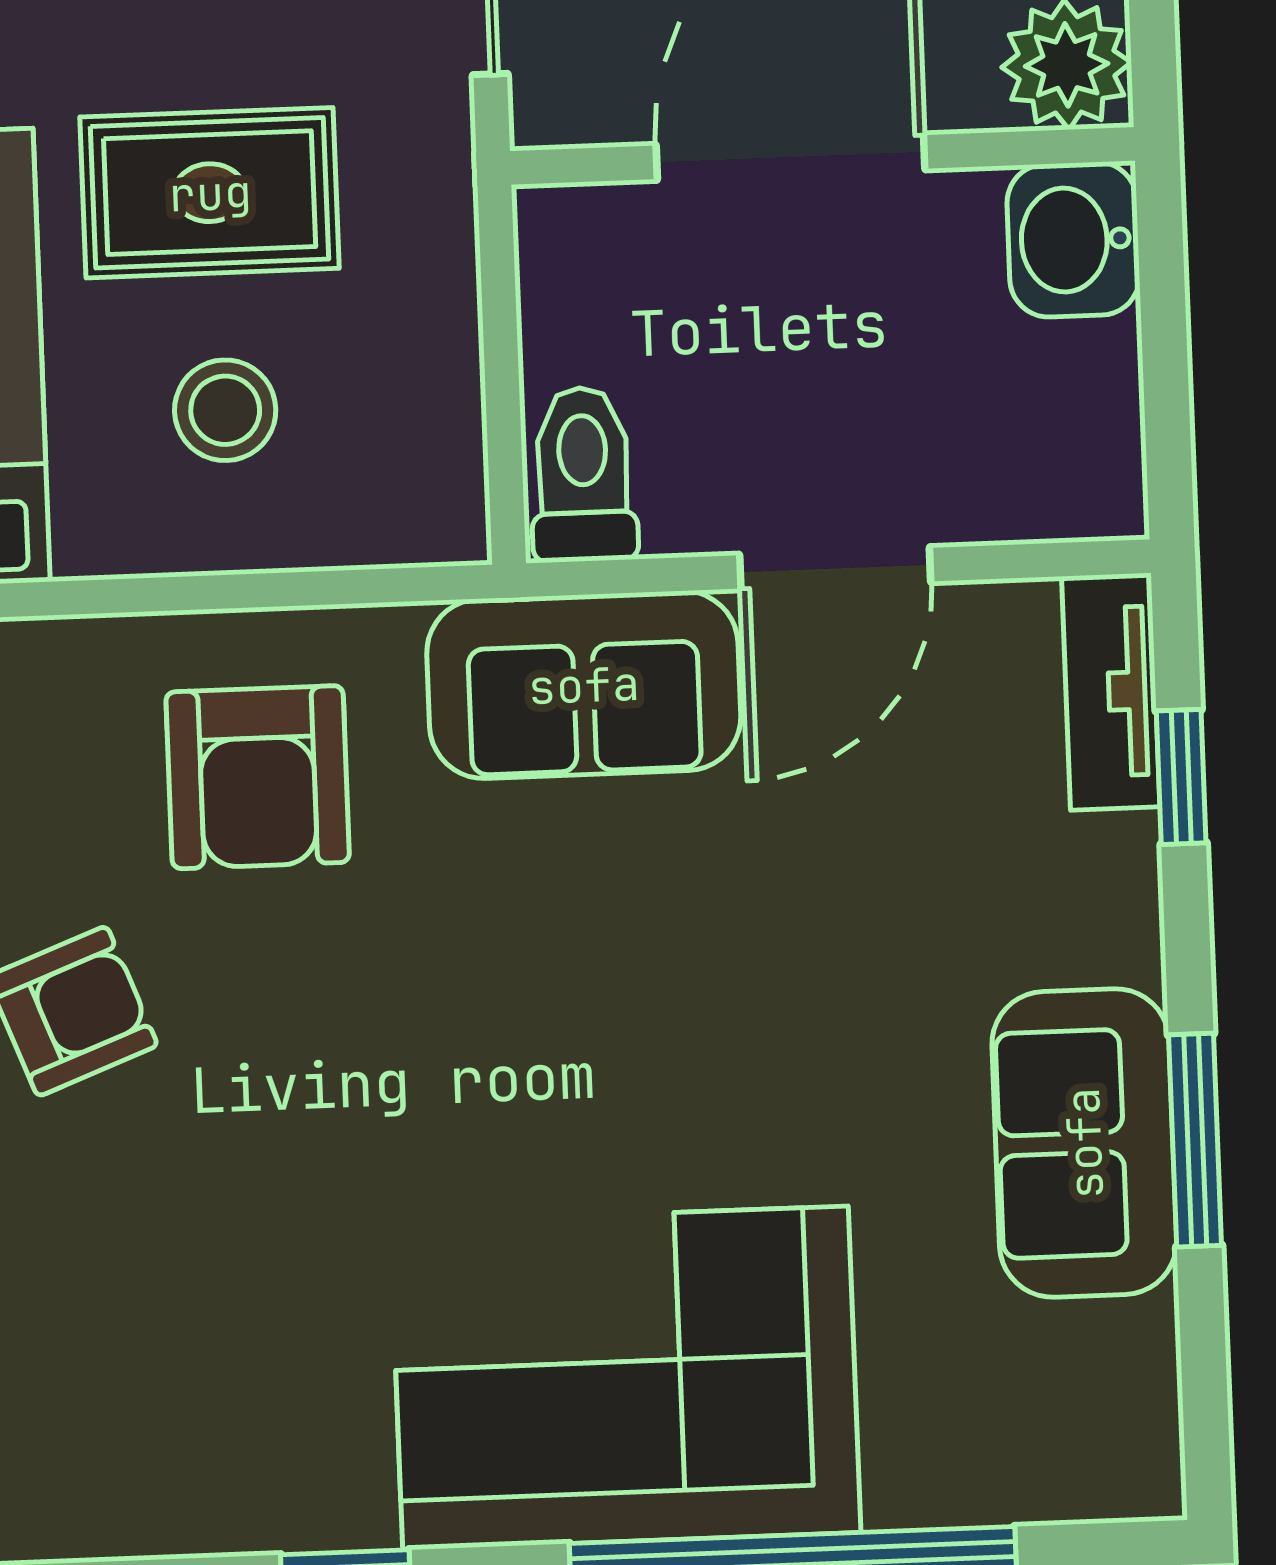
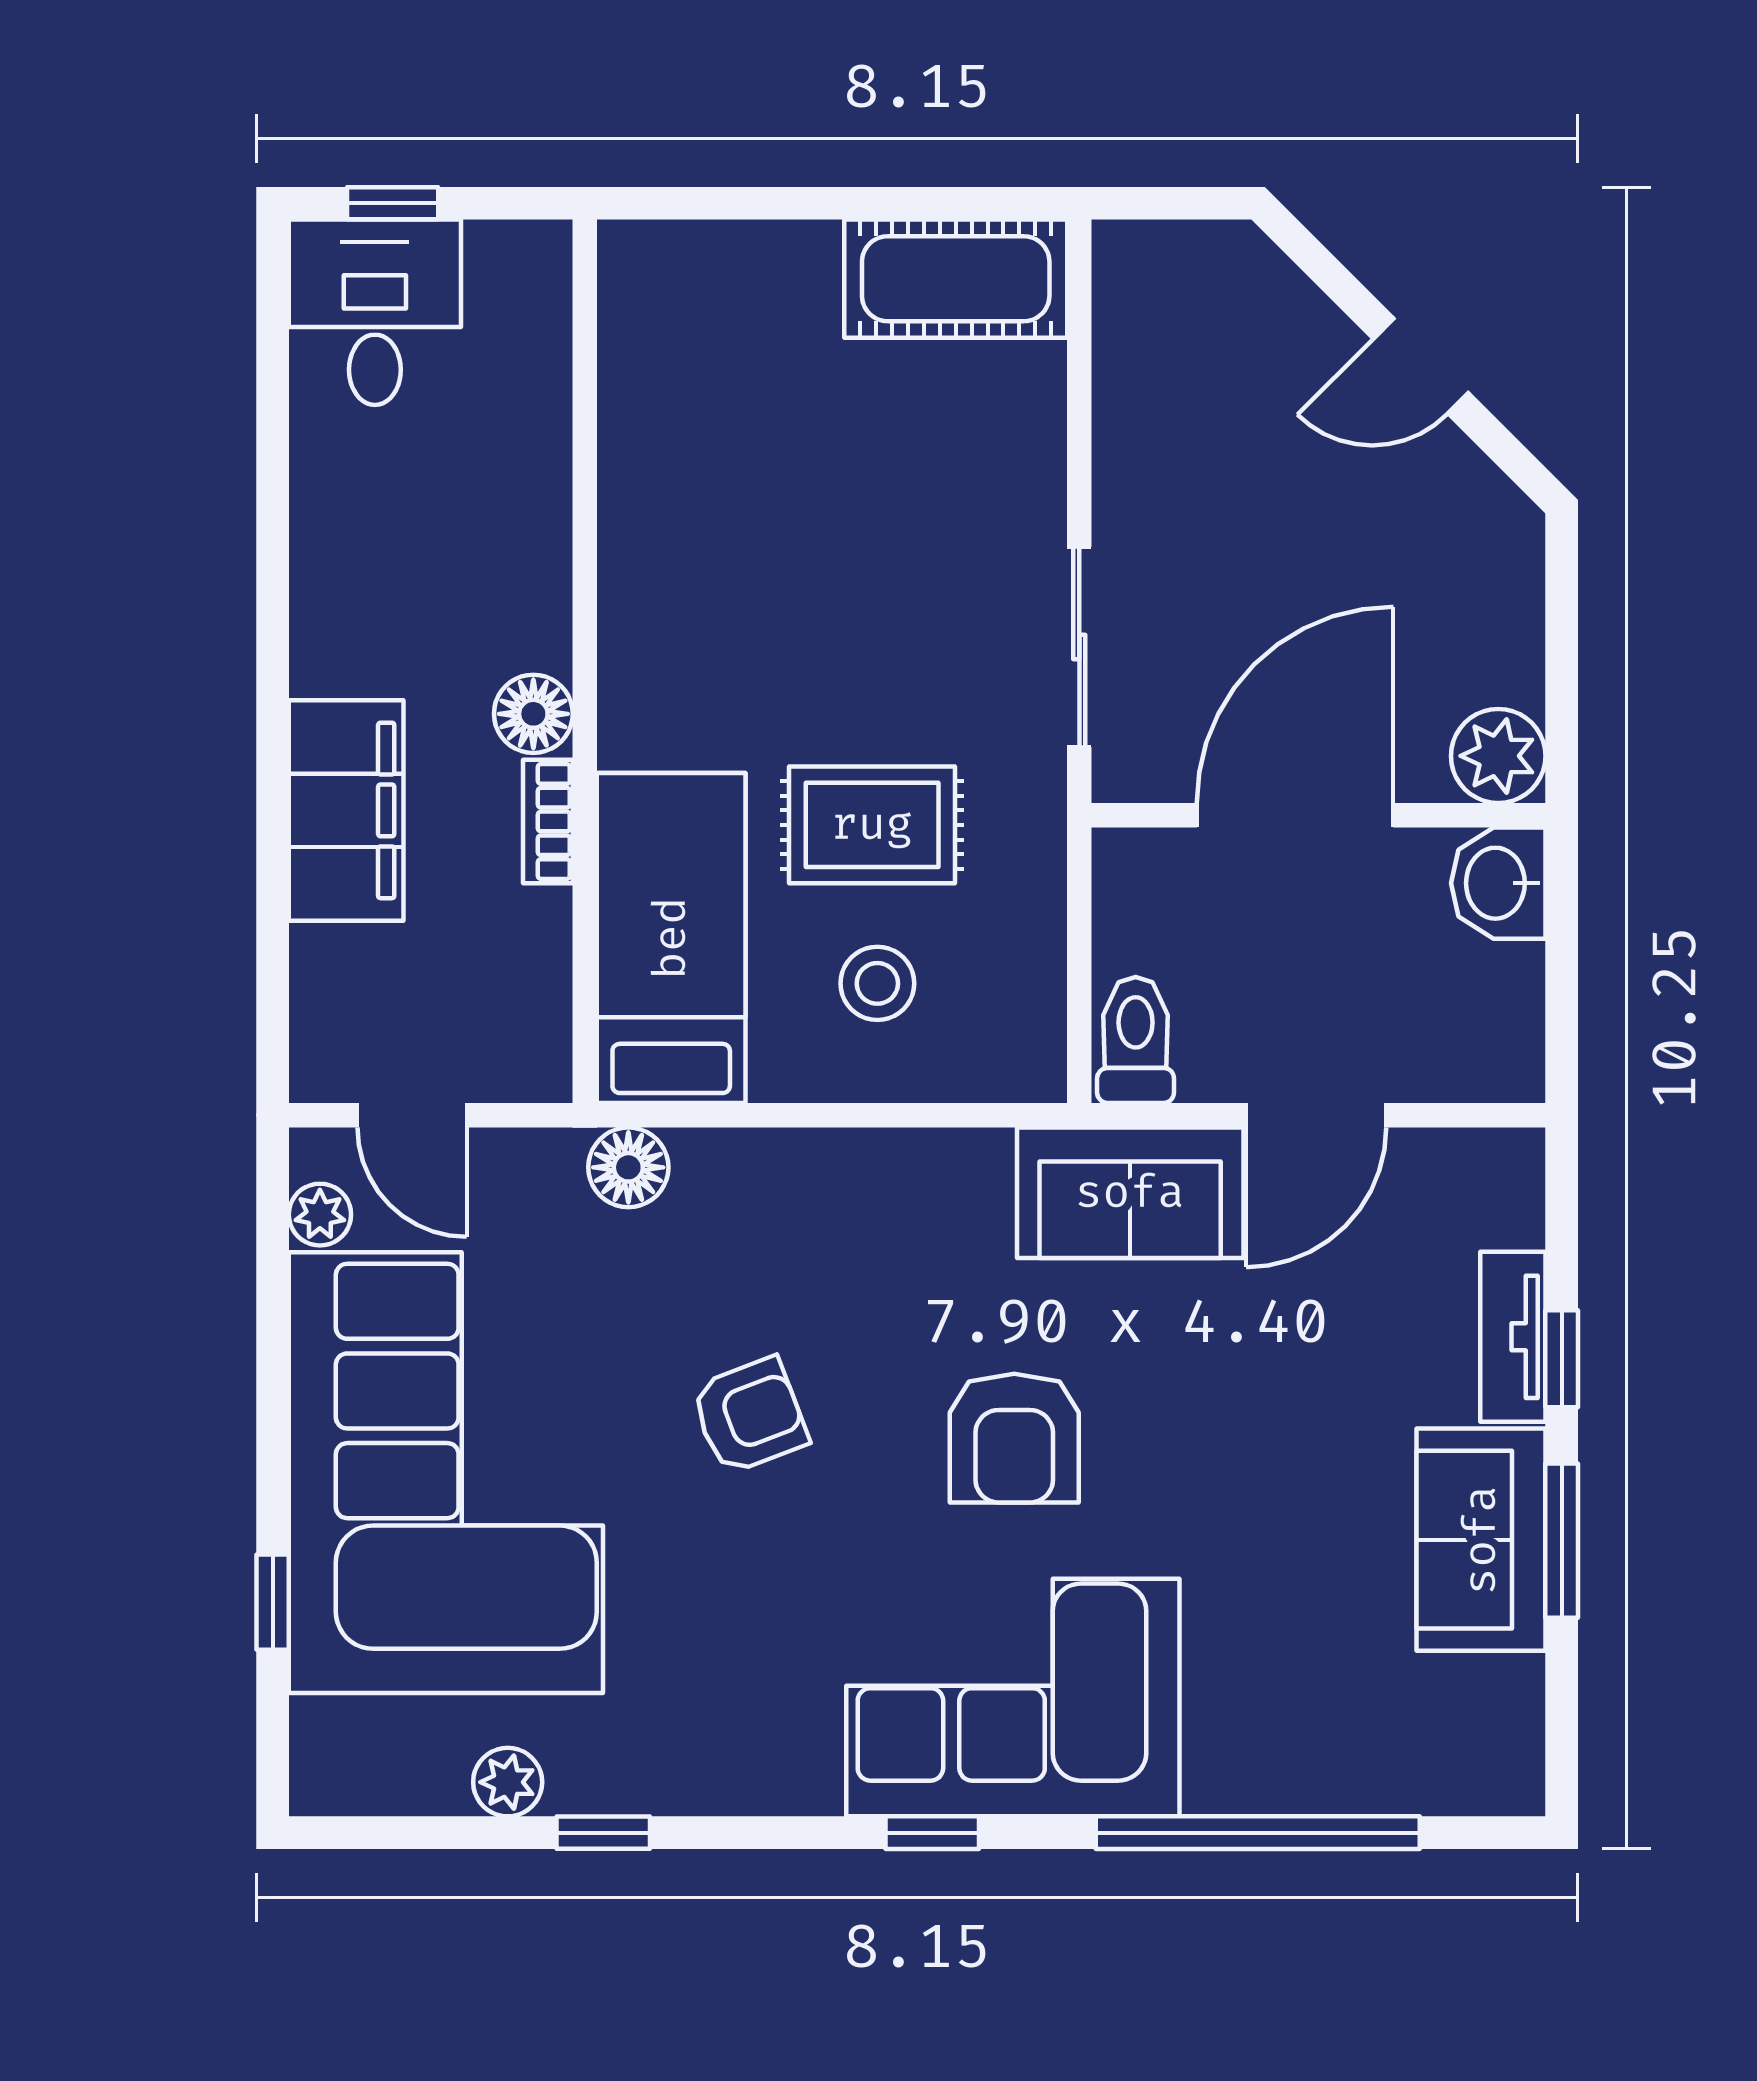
tv unit: (1111, 692) -> (1513, 1337), moved
armchair: (258, 777) -> (1014, 1438), moved
window: (1181, 777) -> (1562, 1359), moved
corner sofa: (626, 1378) -> (1013, 1698), moved

